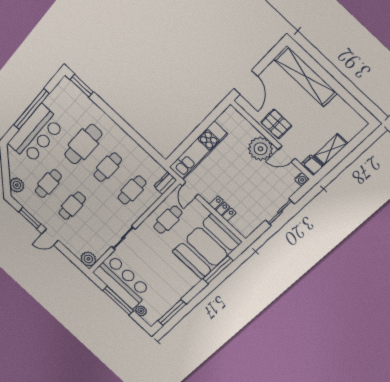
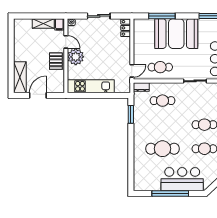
shelving: (305, 76) -> (20, 77), width x0.68
door: (246, 82) -> (38, 95), moved
window: (82, 86) -> (131, 114), moved
kitchen unit: (198, 151) -> (91, 86), moved
cafe table: (108, 167) -> (162, 125), removed
locker: (223, 209) -> (126, 28), moved
booth: (207, 247) -> (176, 34), moved

